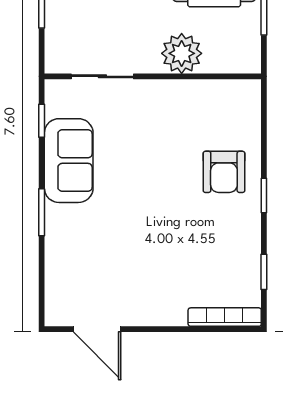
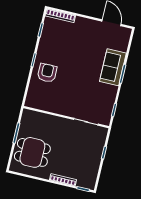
plant: (182, 53) -> (53, 123), removed
sofa: (69, 161) -> (113, 67), moved

